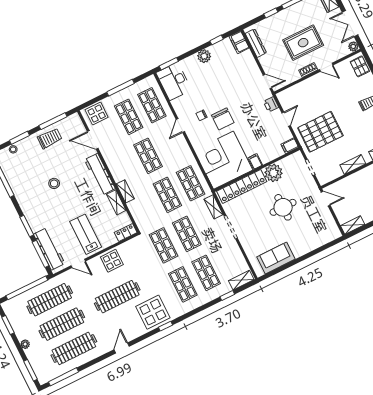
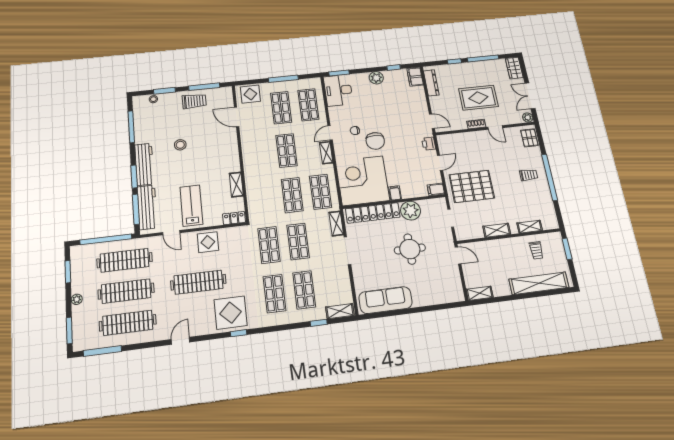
workbench: (100, 174) -> (144, 164), moved, turned 180
shelving: (125, 191) -> (326, 153), moved
sofa: (276, 258) -> (385, 300), width x1.36

